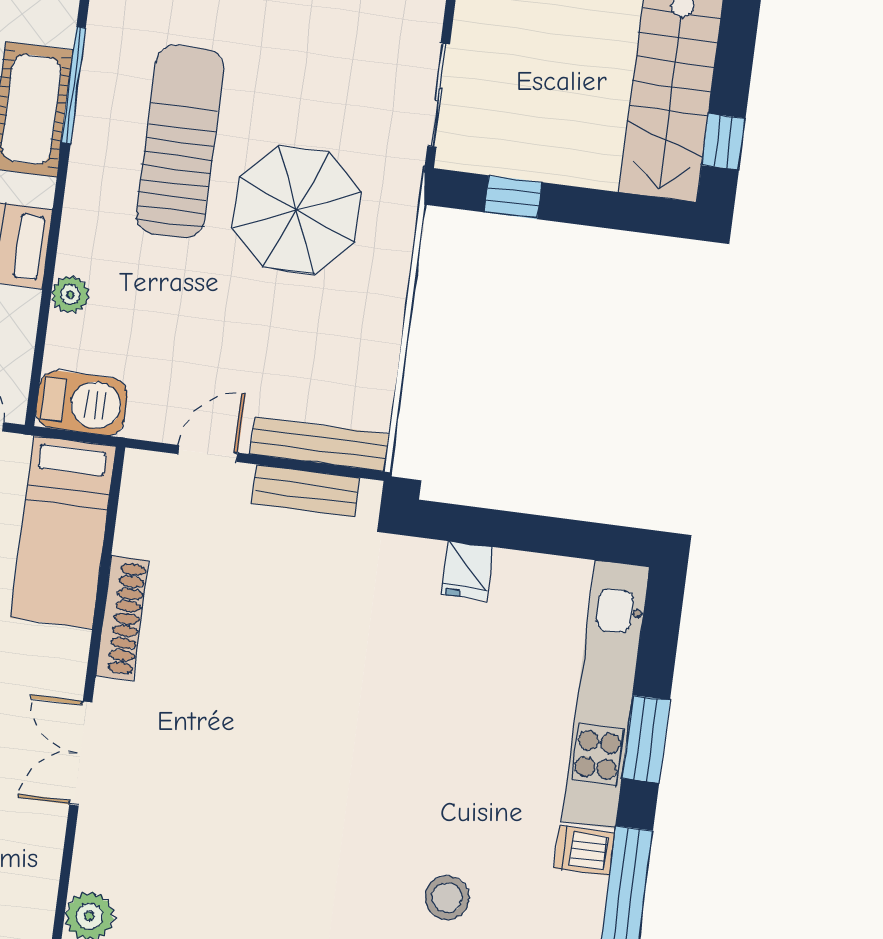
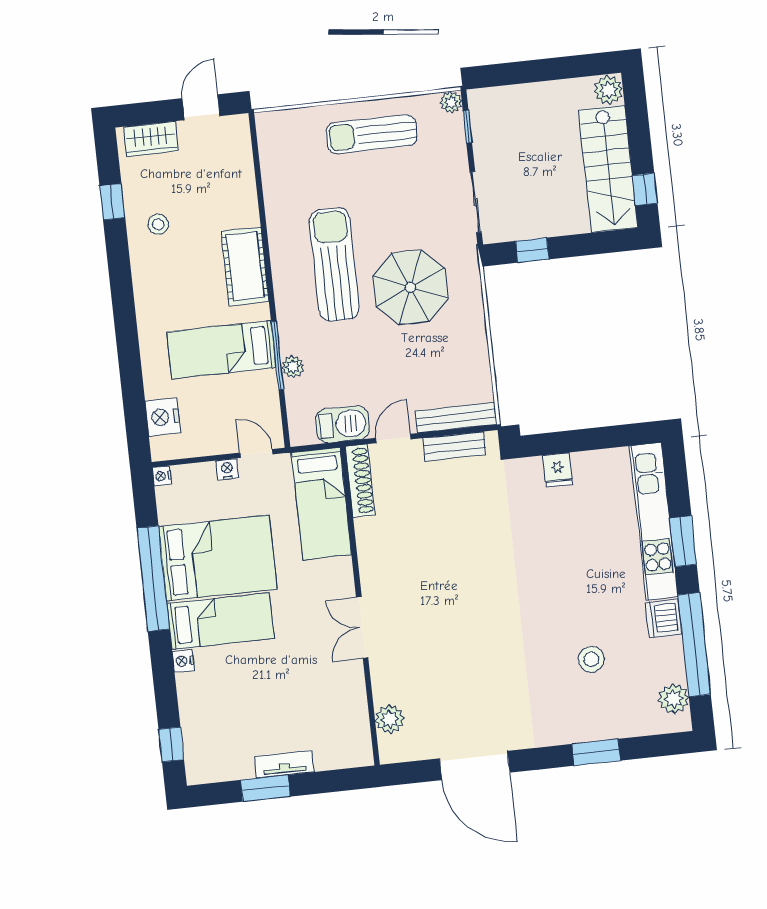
window: (74, 85) -> (278, 355), moved
barbecue: (82, 403) -> (343, 424), moved
shoe rack: (122, 618) -> (360, 481), moved
dishwasher: (584, 851) -> (664, 618), width x1.38

